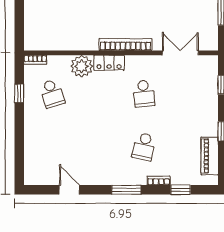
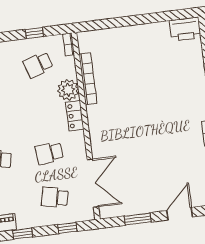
bookcase: (125, 45) -> (88, 79), moved
double door: (180, 53) -> (93, 183), width x1.37
school desk: (190, 94) -> (55, 197), added

